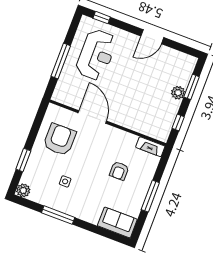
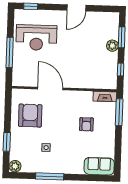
reception desk: (96, 55) -> (36, 38), turned 90
window: (150, 196) -> (119, 112), moved

